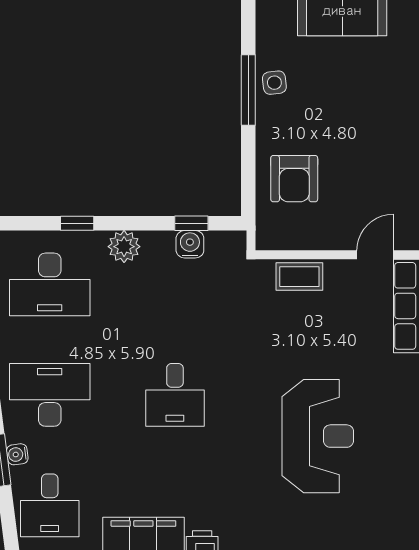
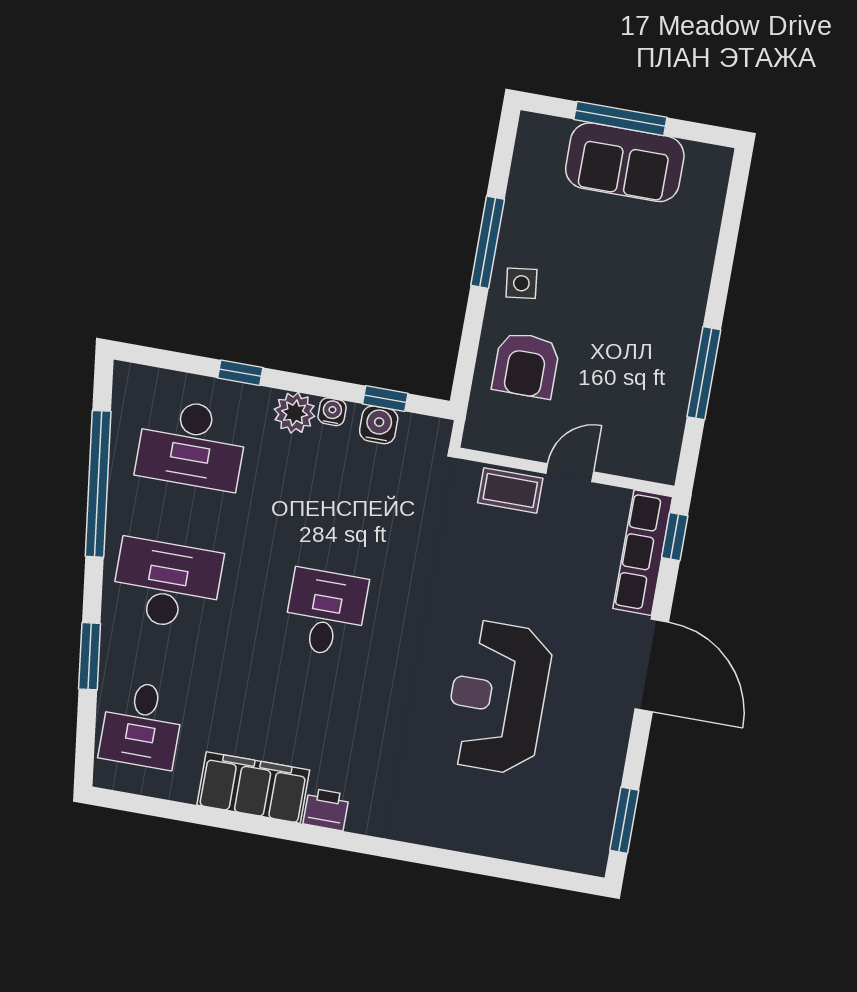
side table: (274, 83) -> (521, 283), moved
door: (375, 255) -> (570, 473), moved
desk: (175, 395) -> (326, 613), turned 180
reception desk: (318, 436) -> (498, 697), turned 180
water cooler: (17, 454) -> (332, 412), moved, turned 97

